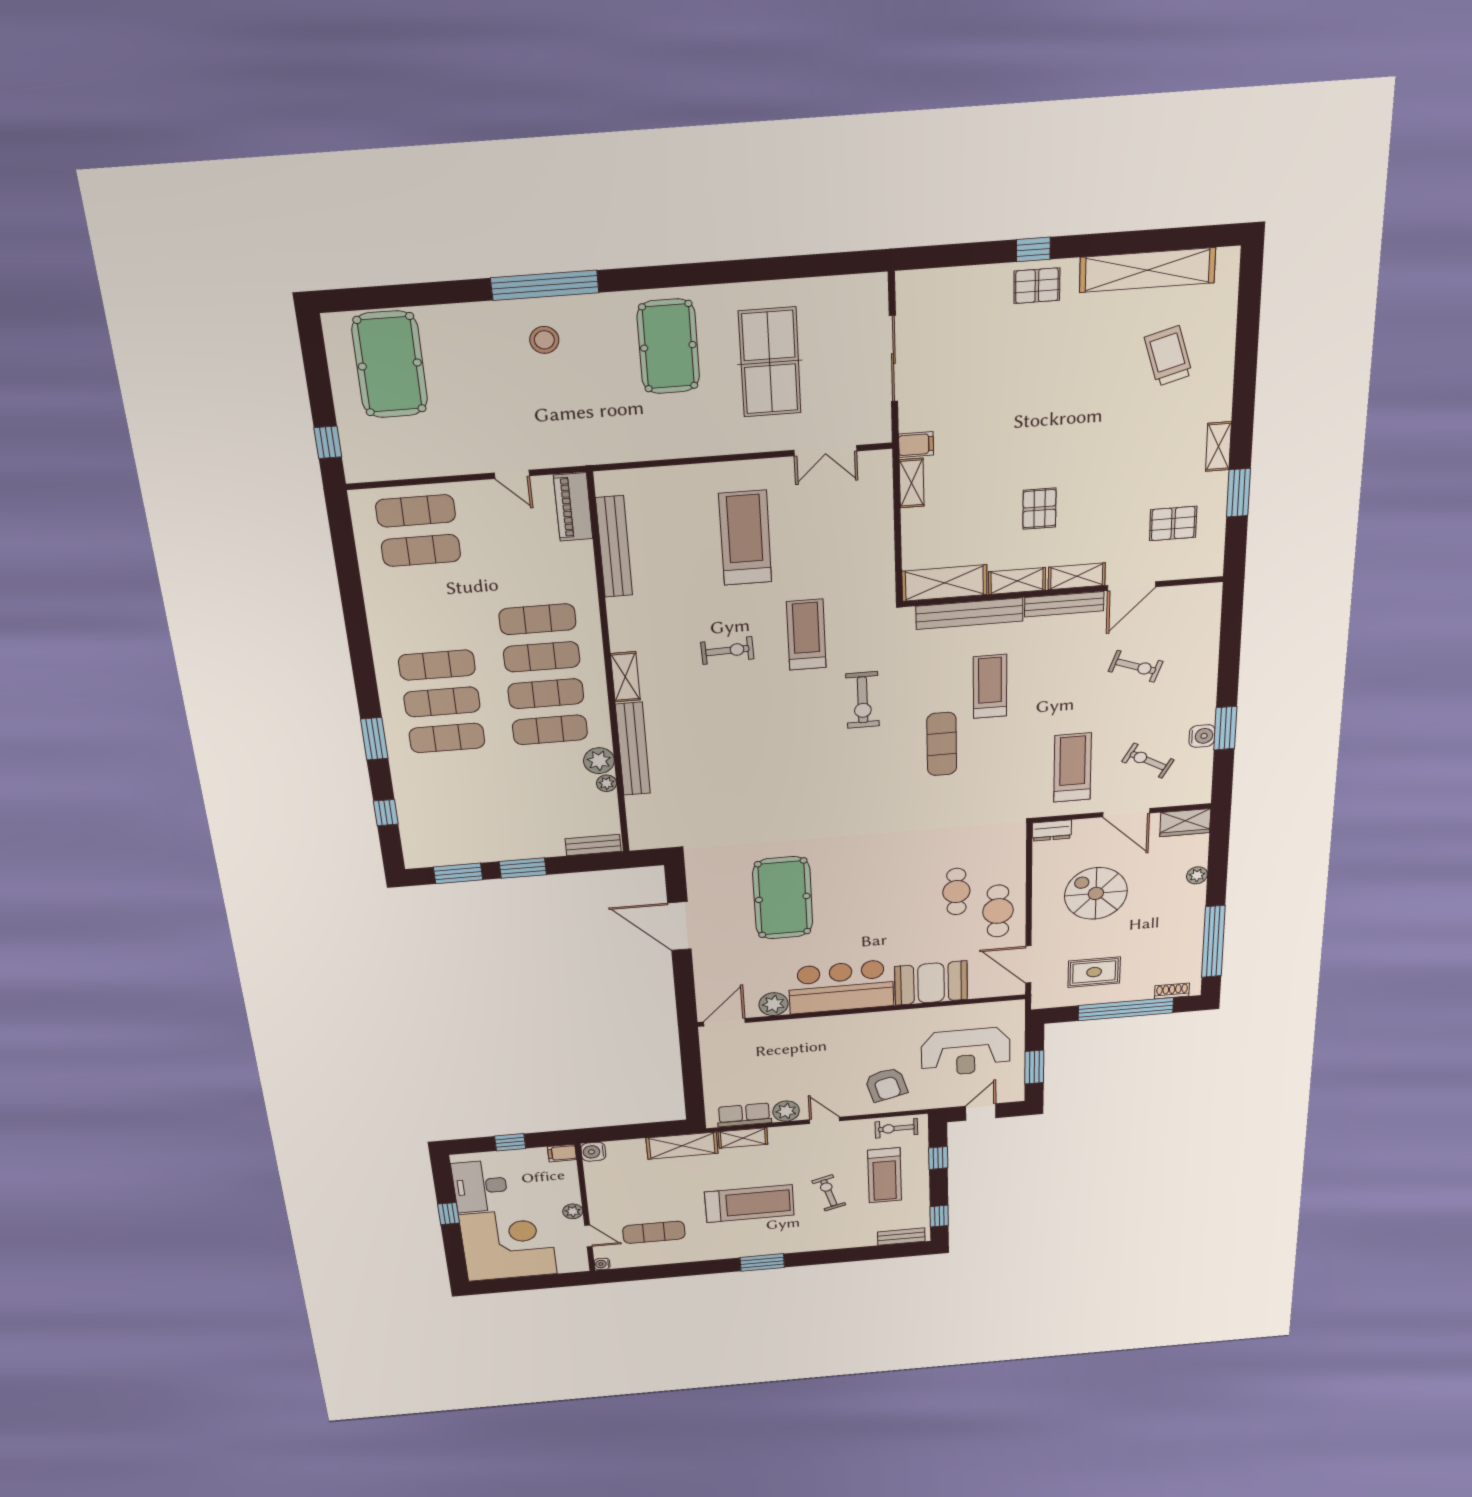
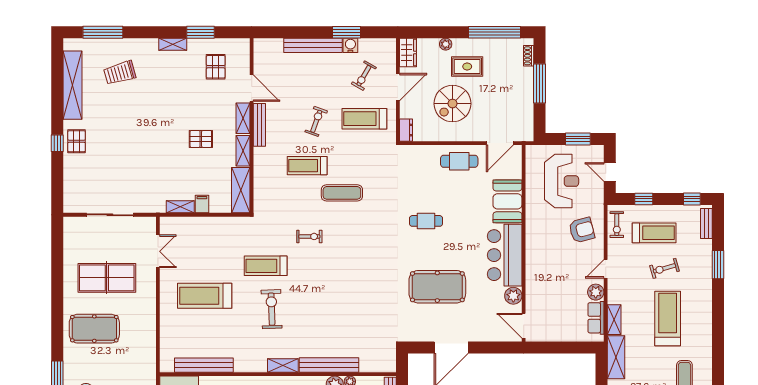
window: (1248, 319) -> (103, 32), added
filing cabinet: (916, 445) -> (202, 204), moved
bench: (969, 614) -> (313, 45), moved, turned 90
exercise bike: (727, 651) -> (272, 309), width x1.38, depth x1.39
exercise bike: (1136, 666) -> (316, 121), moved
exercise bike: (863, 700) -> (309, 236), width x0.73, depth x0.72
cafe table: (956, 892) -> (426, 221), moved
rug: (1094, 972) -> (467, 67), moved, turned 90
window: (1126, 1009) -> (539, 84), width x0.68
window: (762, 1262) -> (718, 265), moved

